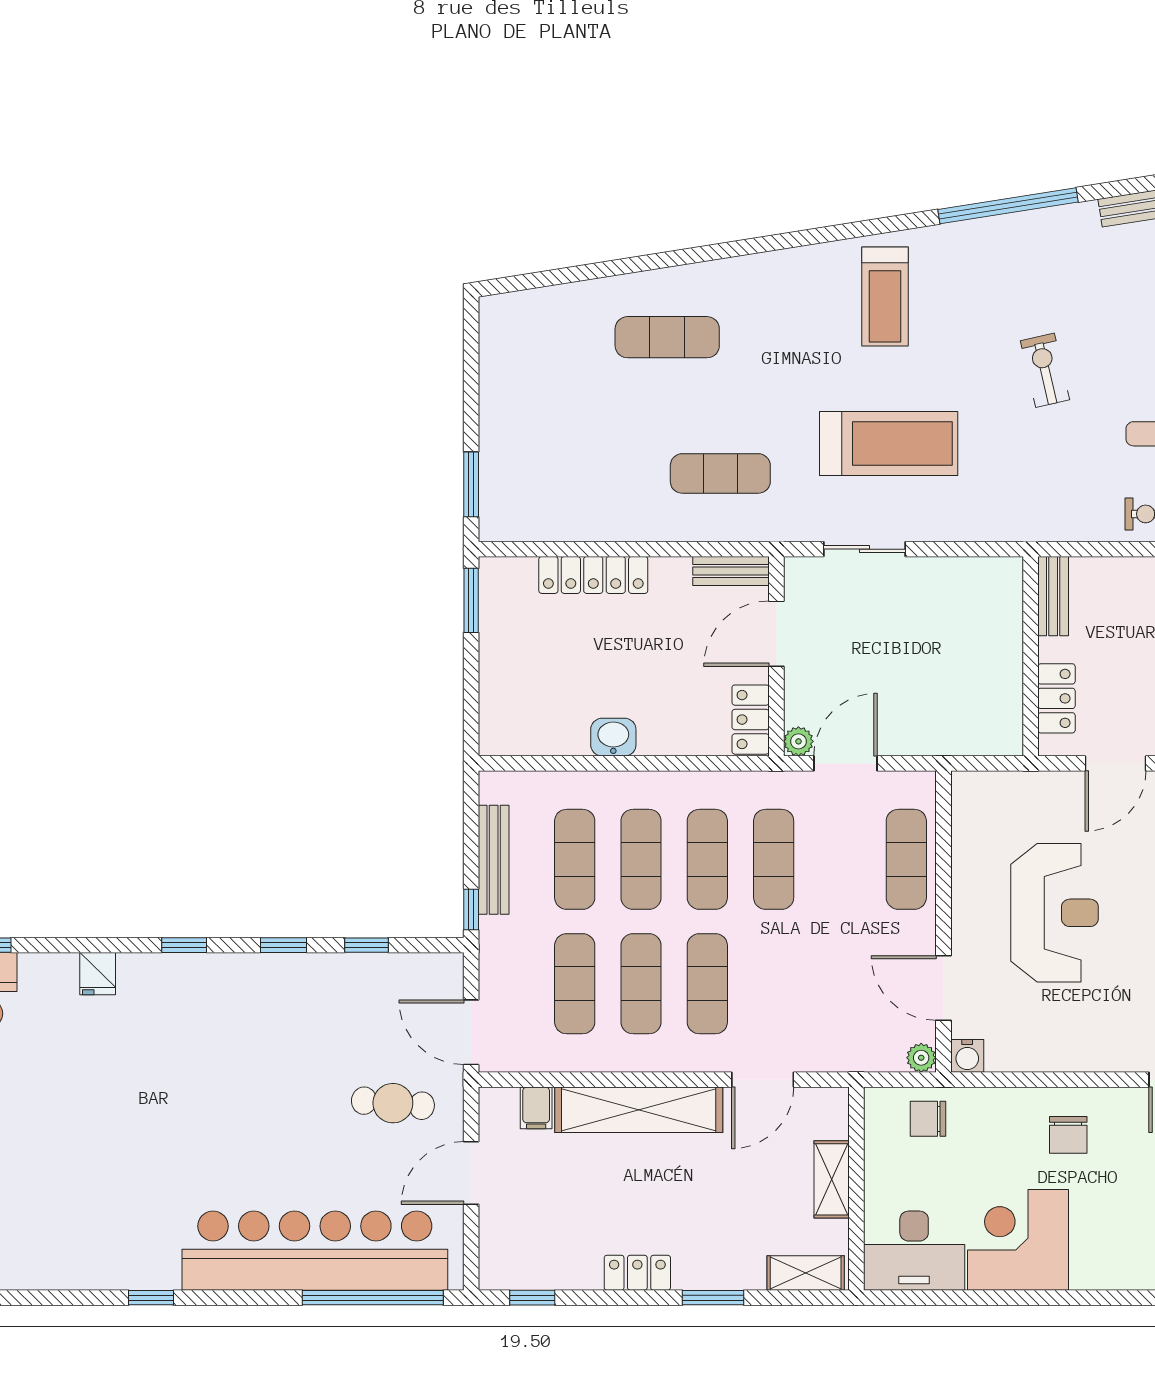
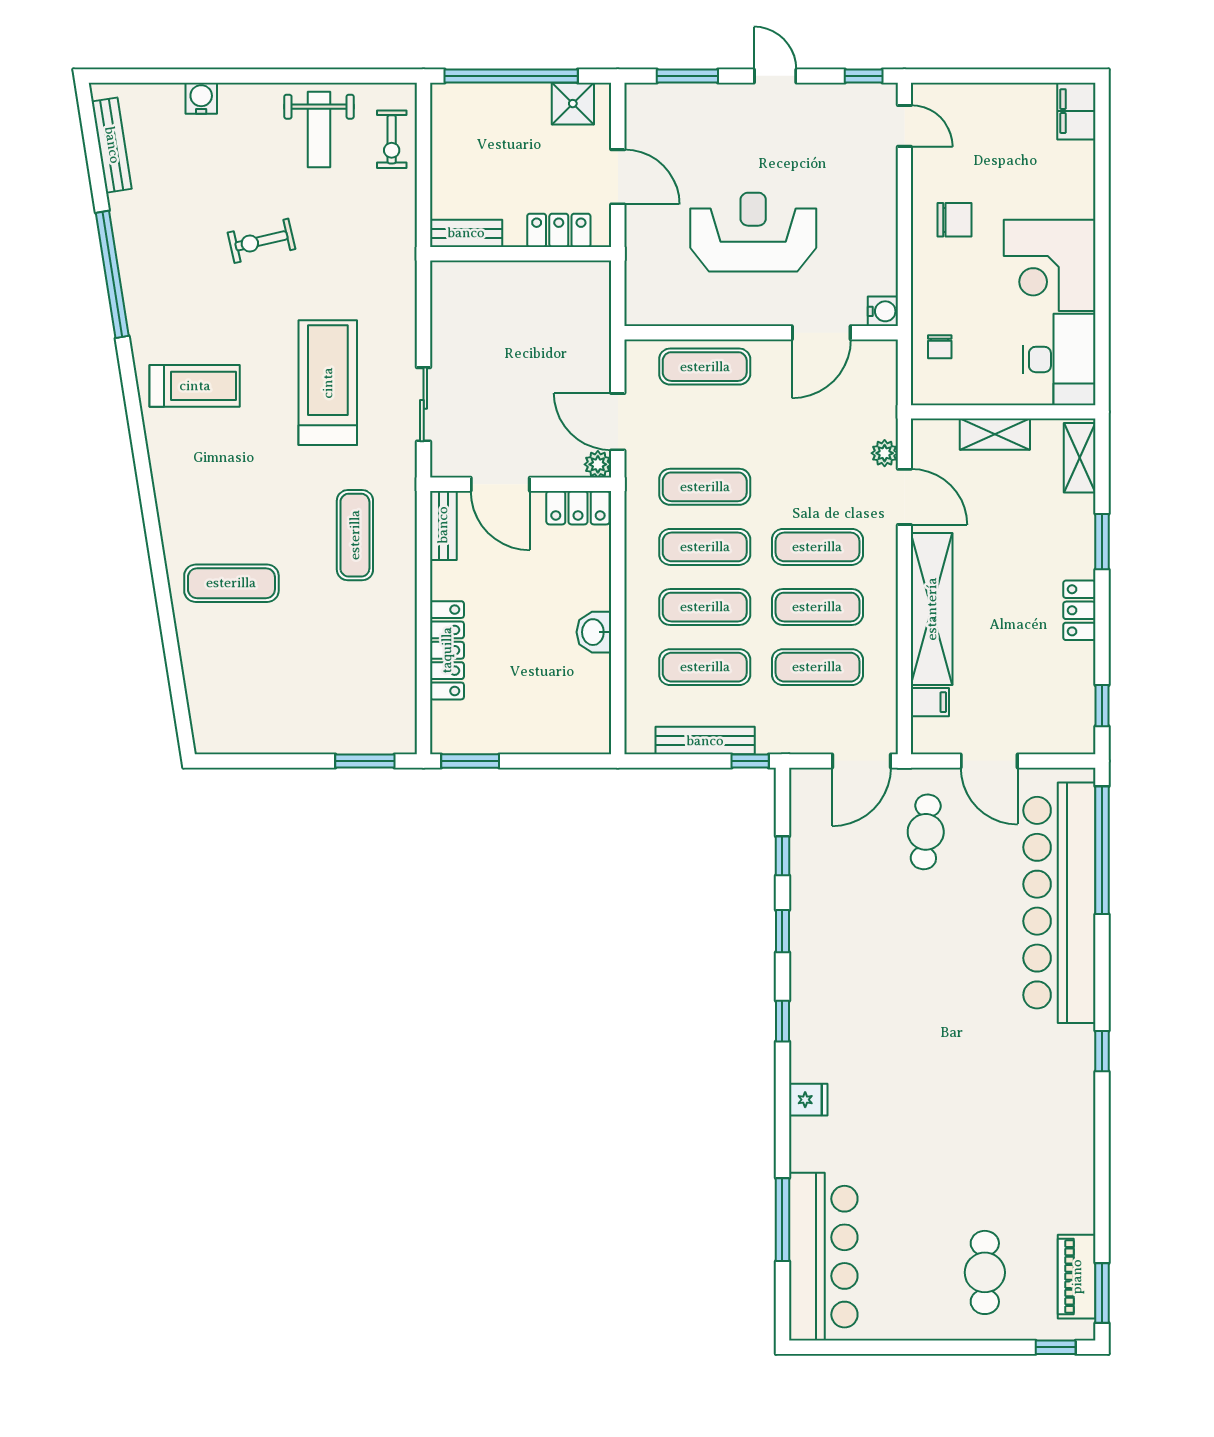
exercise mat: (667, 337) -> (231, 583), turned 90
plant: (921, 1058) -> (885, 453), moved
chair: (928, 1119) -> (940, 347), width x0.73, depth x0.73

